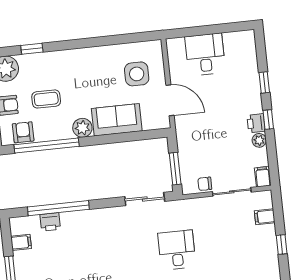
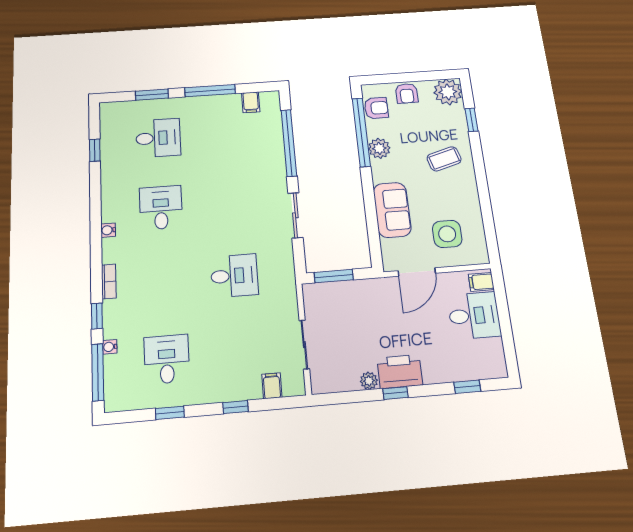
window: (264, 82) -> (467, 387), moved
coffee table: (46, 99) -> (444, 159), moved, turned 74
printer: (256, 123) -> (400, 371), width x1.87, depth x1.48
plant: (82, 128) -> (379, 148), moved
filing cabinet: (263, 177) -> (481, 282), moved, turned 180
chair: (205, 184) -> (315, 311), removed
sliding door: (145, 199) -> (295, 215), moved
printer: (50, 222) -> (273, 134), removed

